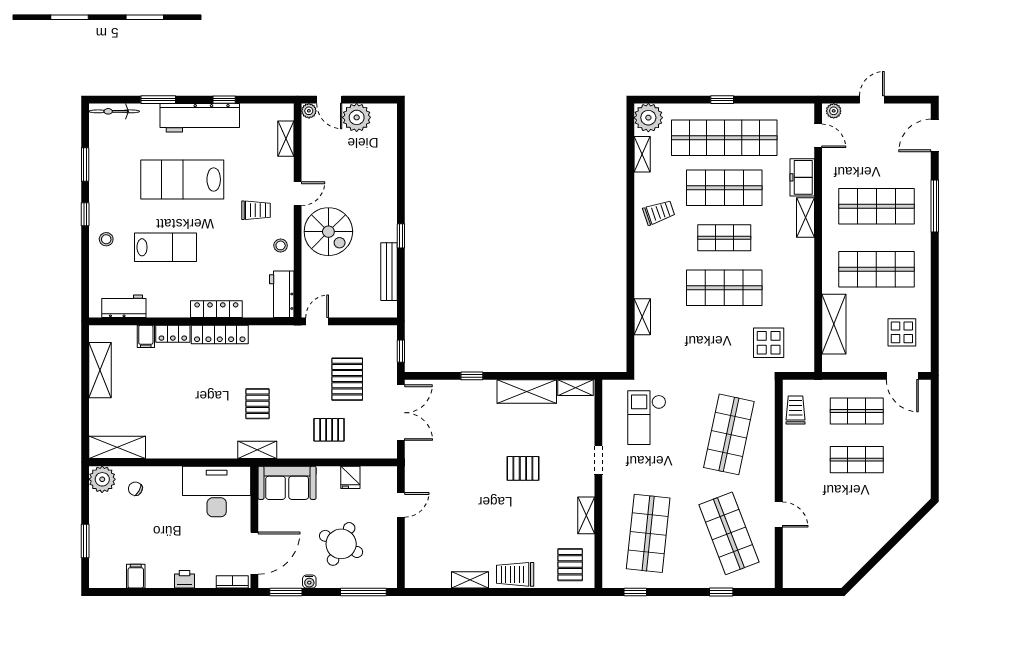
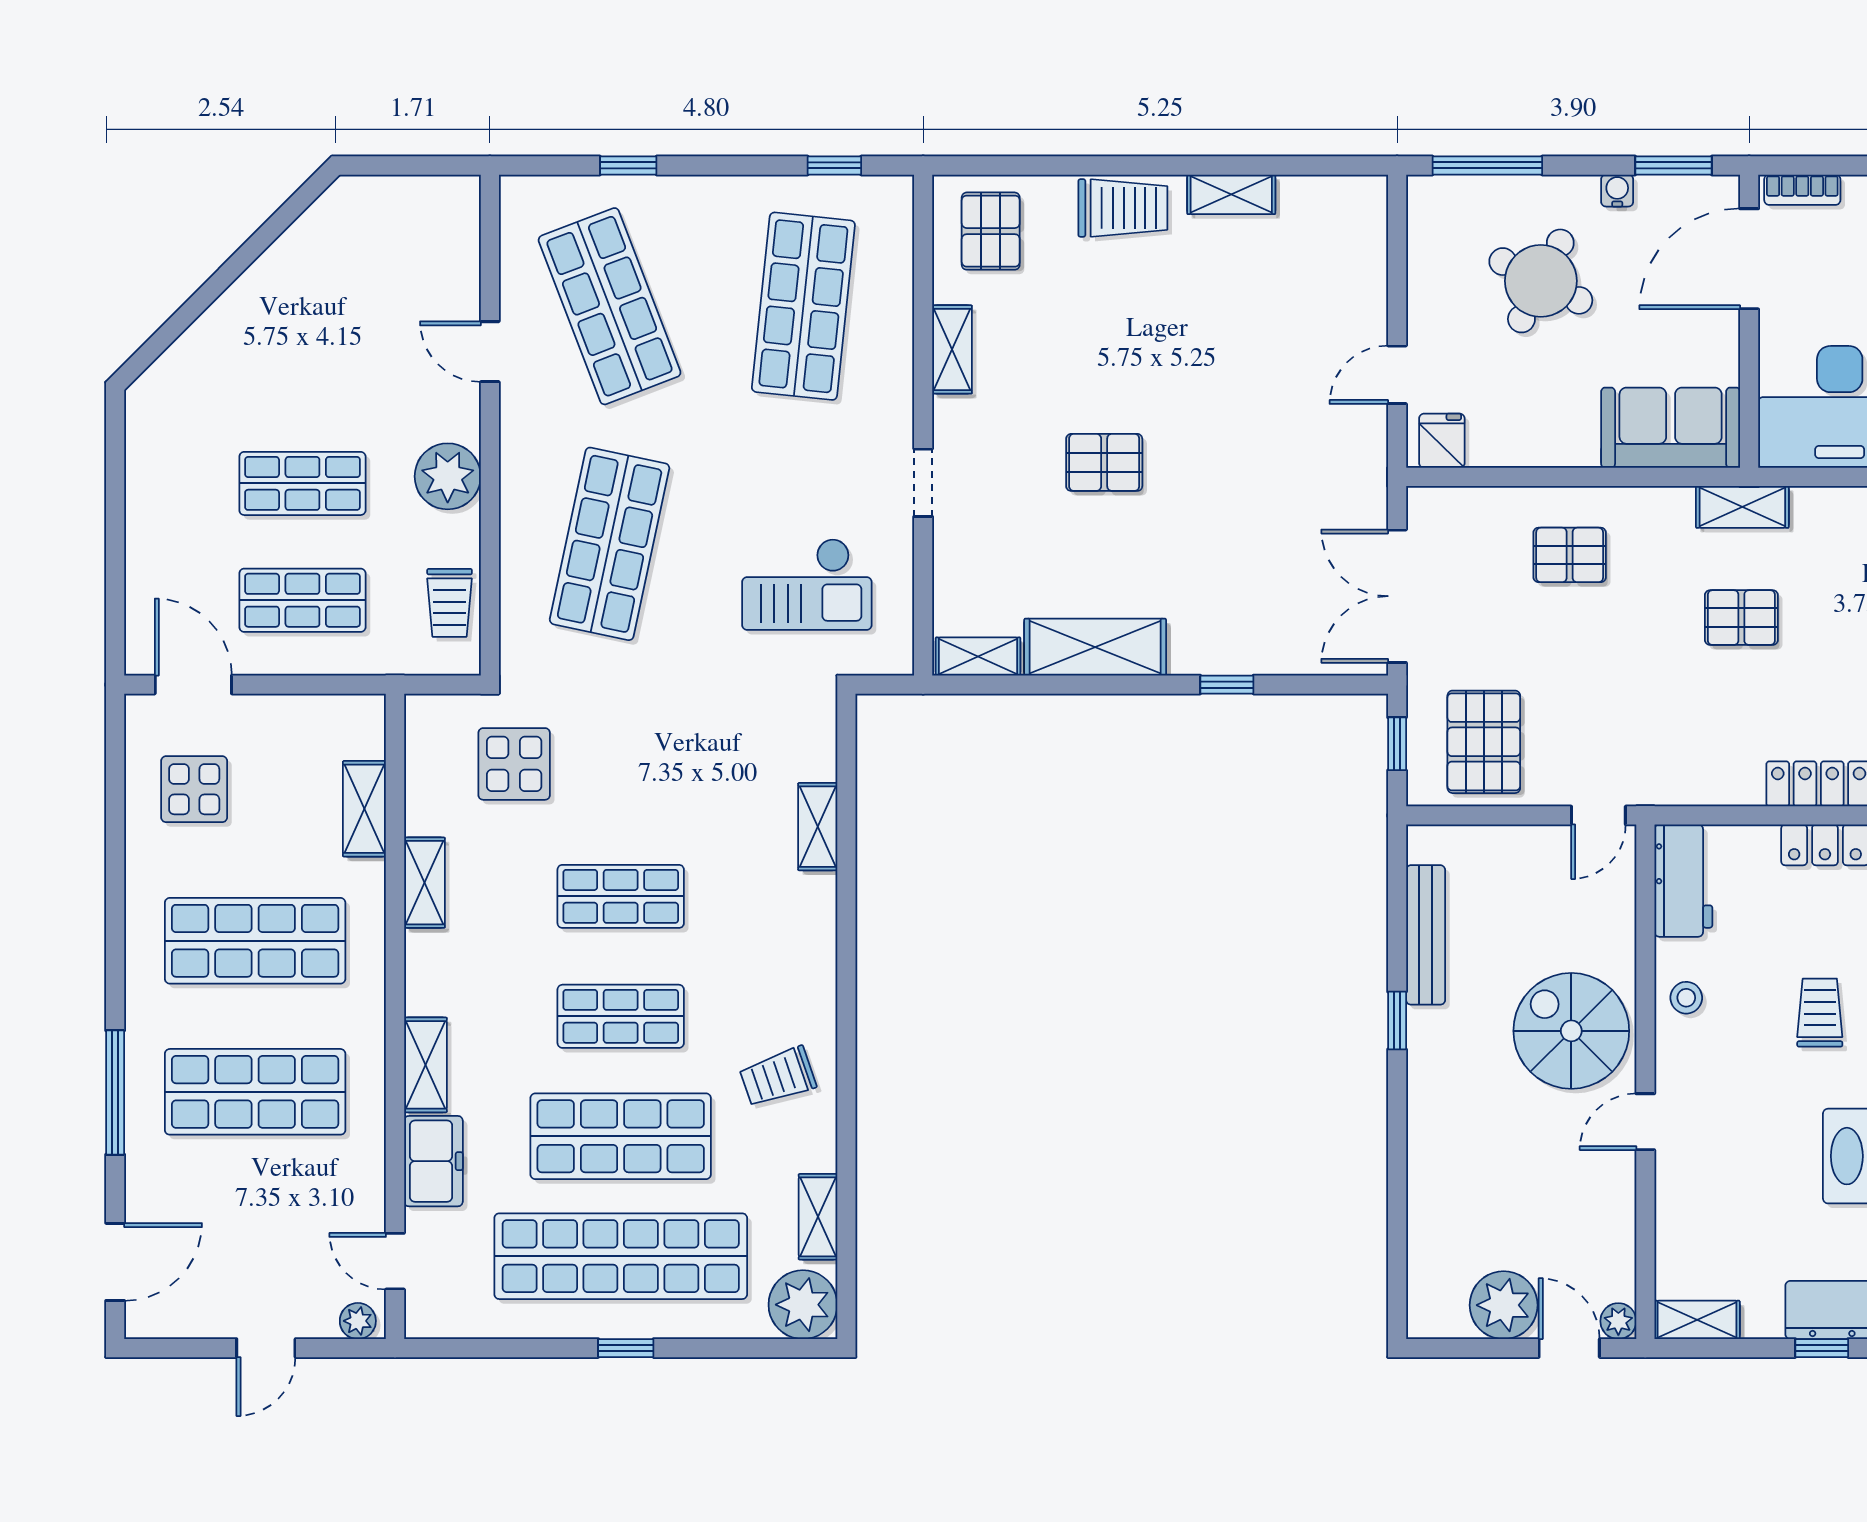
shelving: (286, 139) -> (1697, 1320), moved, turned 90
trolley: (256, 210) -> (1820, 1013), moved, turned 90
shop shelf: (724, 288) -> (621, 896), width x0.70, depth x0.74
shelving: (806, 293) -> (424, 883), added
shelving: (834, 324) -> (364, 809), width x0.67, depth x0.75
pallet: (347, 379) -> (1484, 742), moved
pallet: (258, 404) -> (1741, 618), turned 90
checkout: (647, 418) -> (807, 584), turned 90
plant: (796, 463) -> (448, 476), added
fridge: (350, 477) -> (1442, 441), moved

